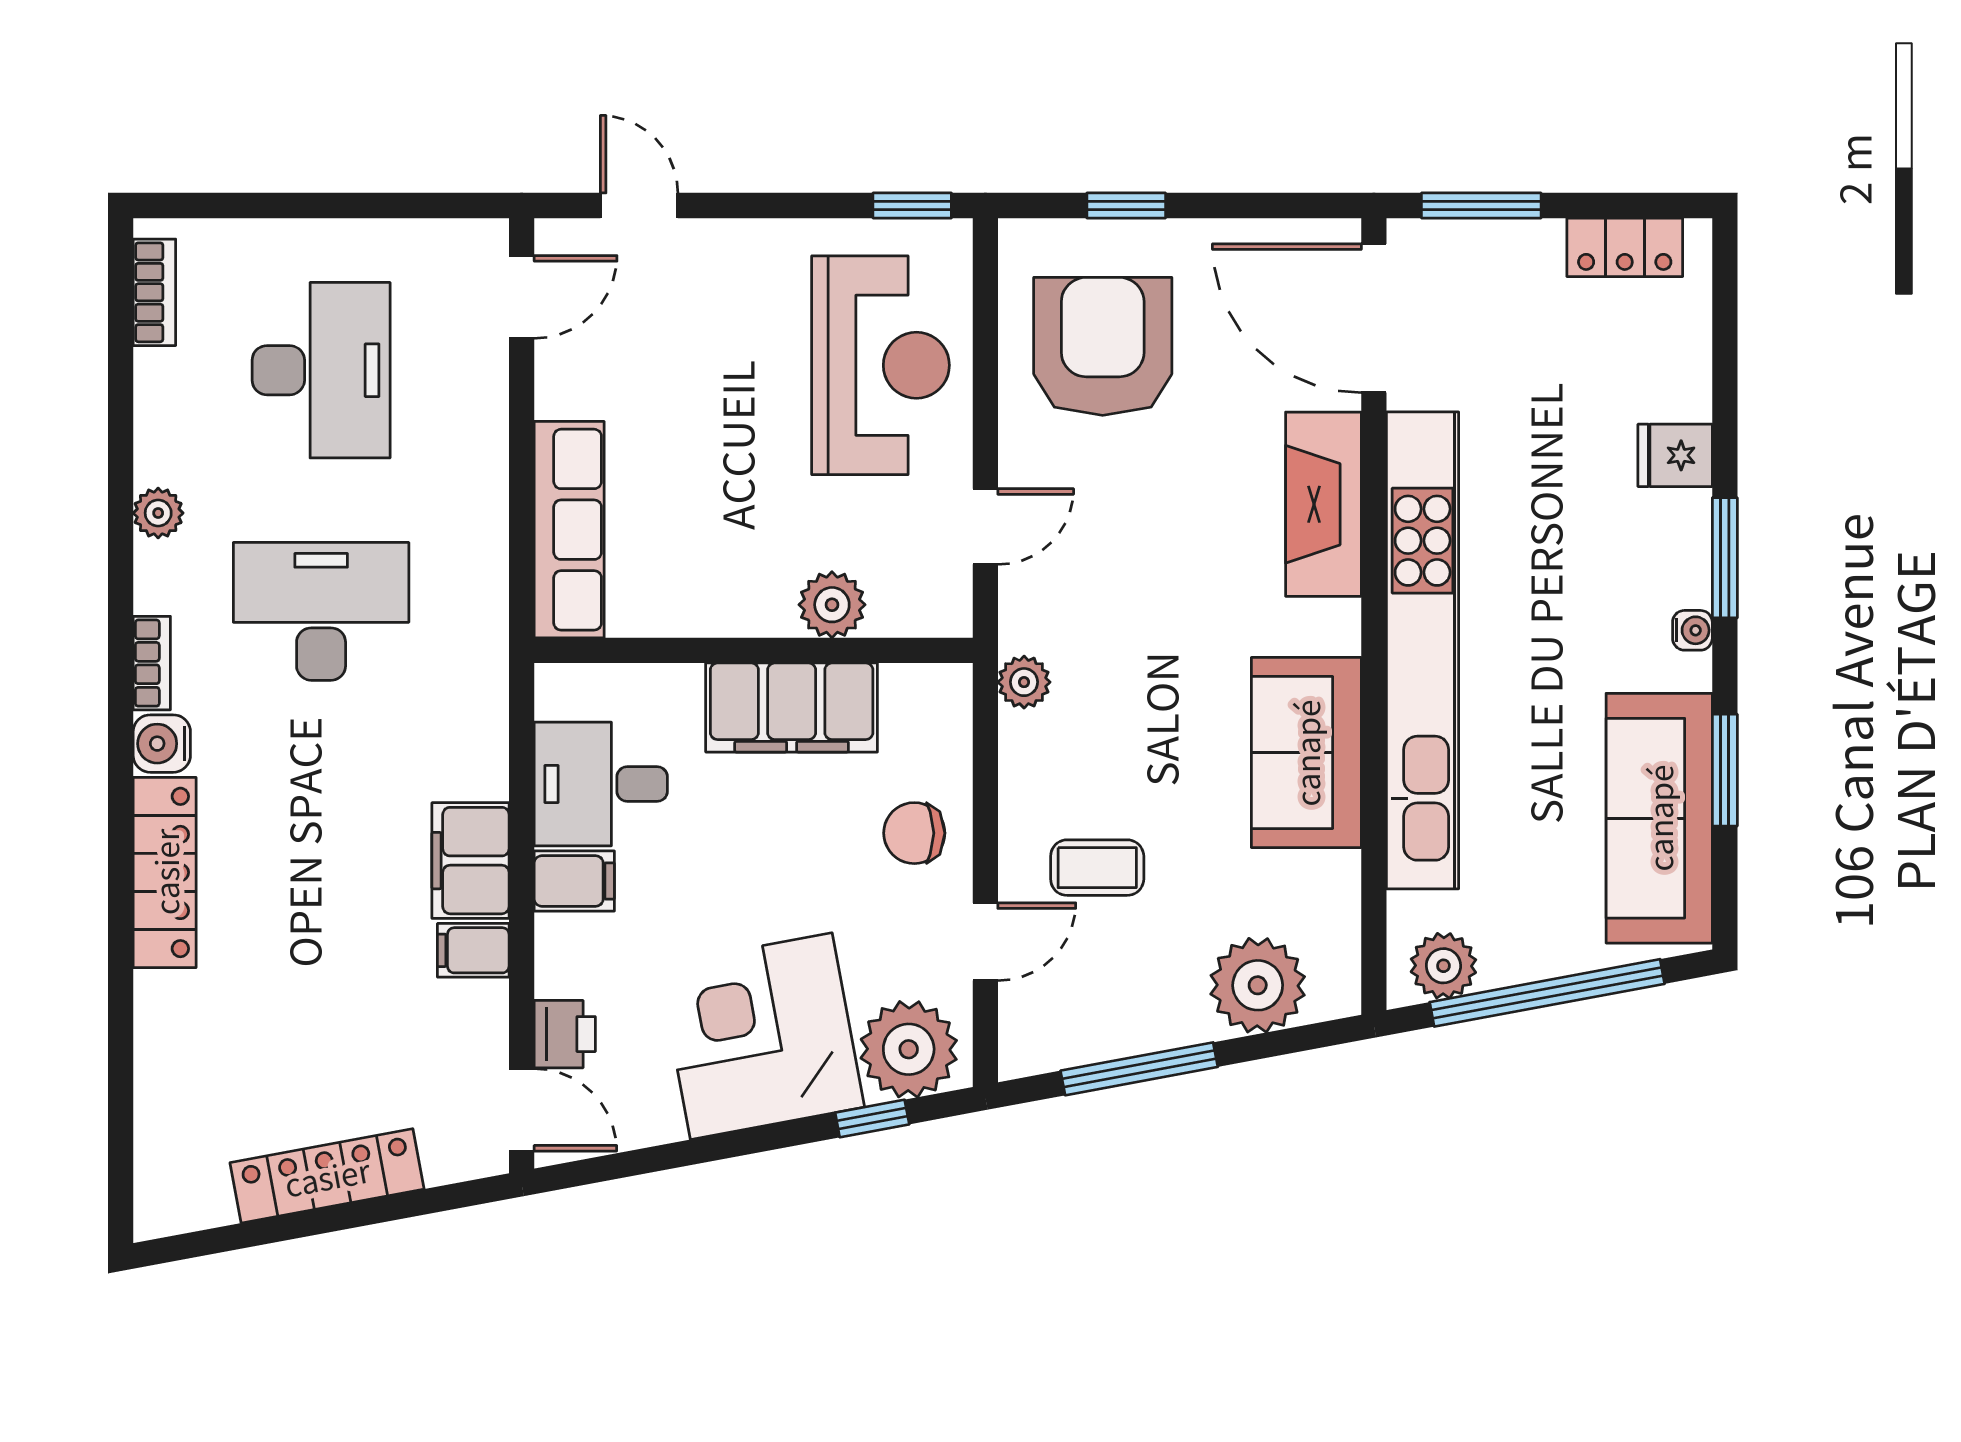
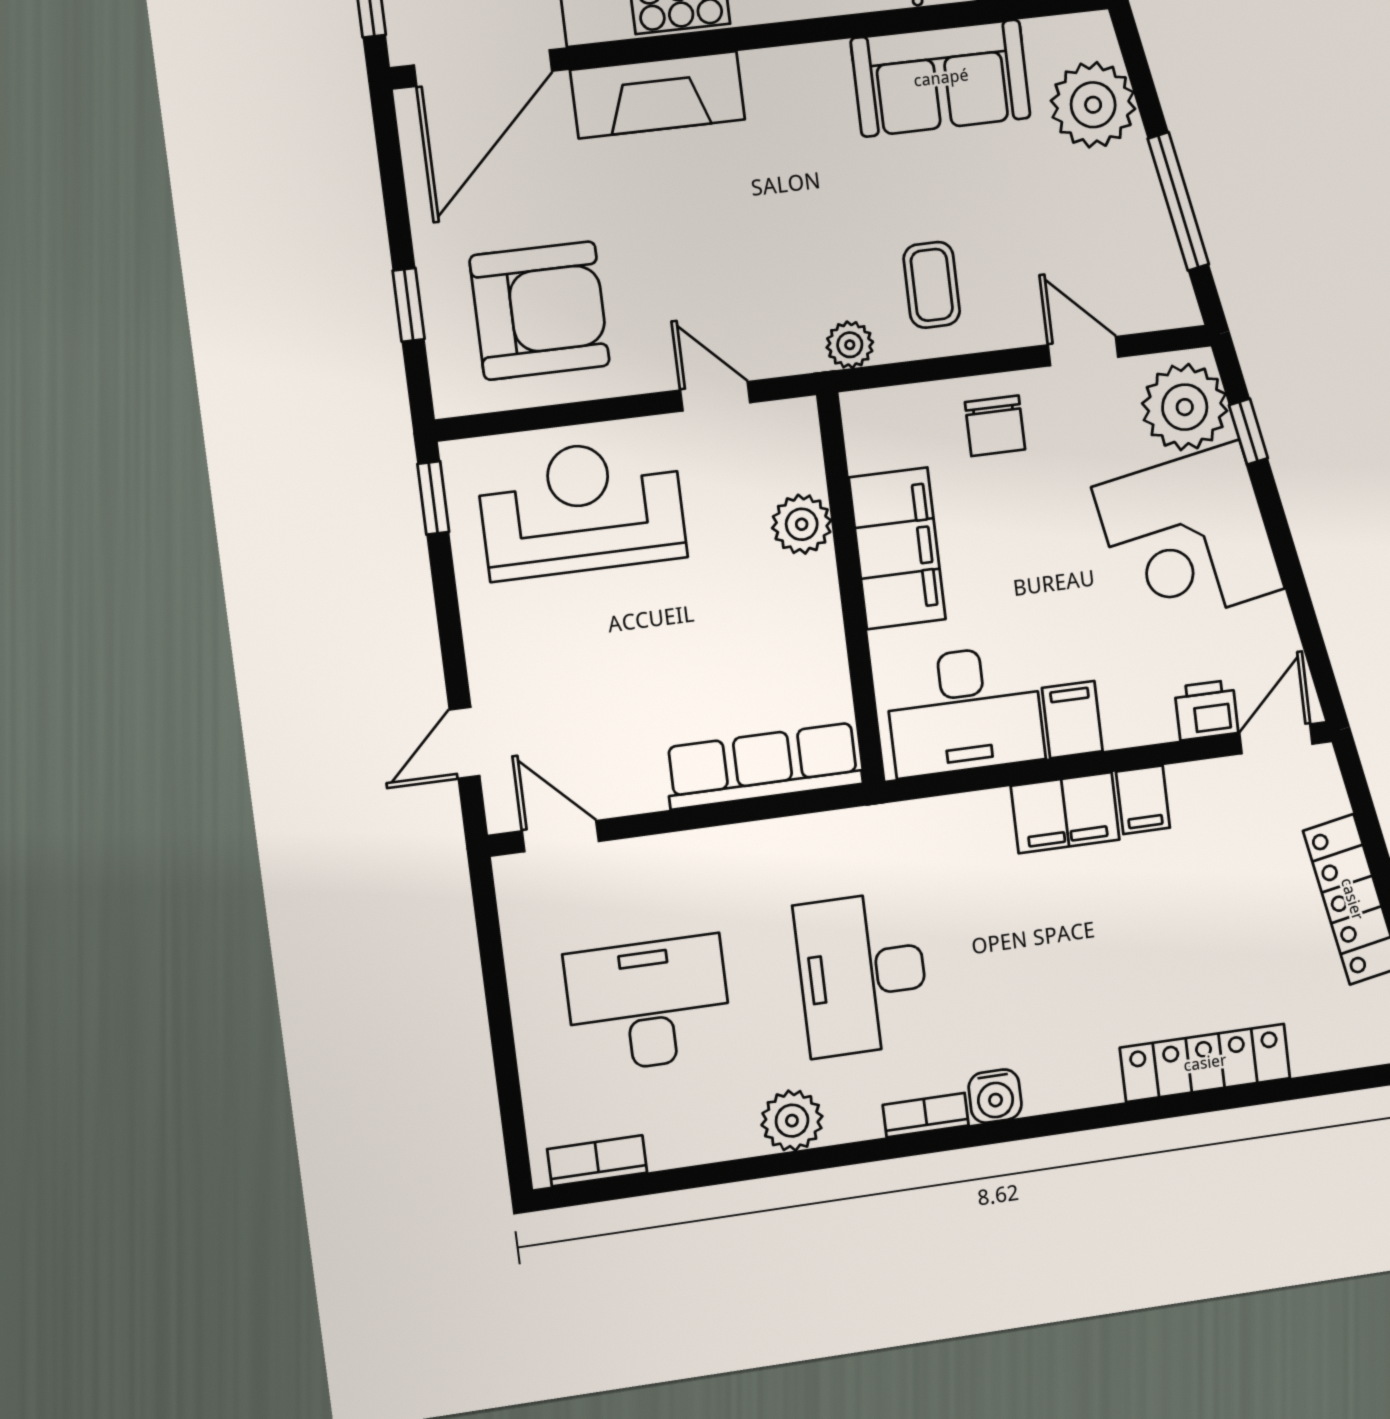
armchair: (1103, 346) -> (540, 311), turned 180
plant: (158, 513) -> (792, 1121), width x1.38, depth x1.38
sofa: (1306, 753) -> (941, 78), moved
desk: (601, 784) -> (965, 710), width x1.37
coffee table: (1097, 868) -> (932, 285), moved
locker: (165, 872) -> (1205, 1063), moved

